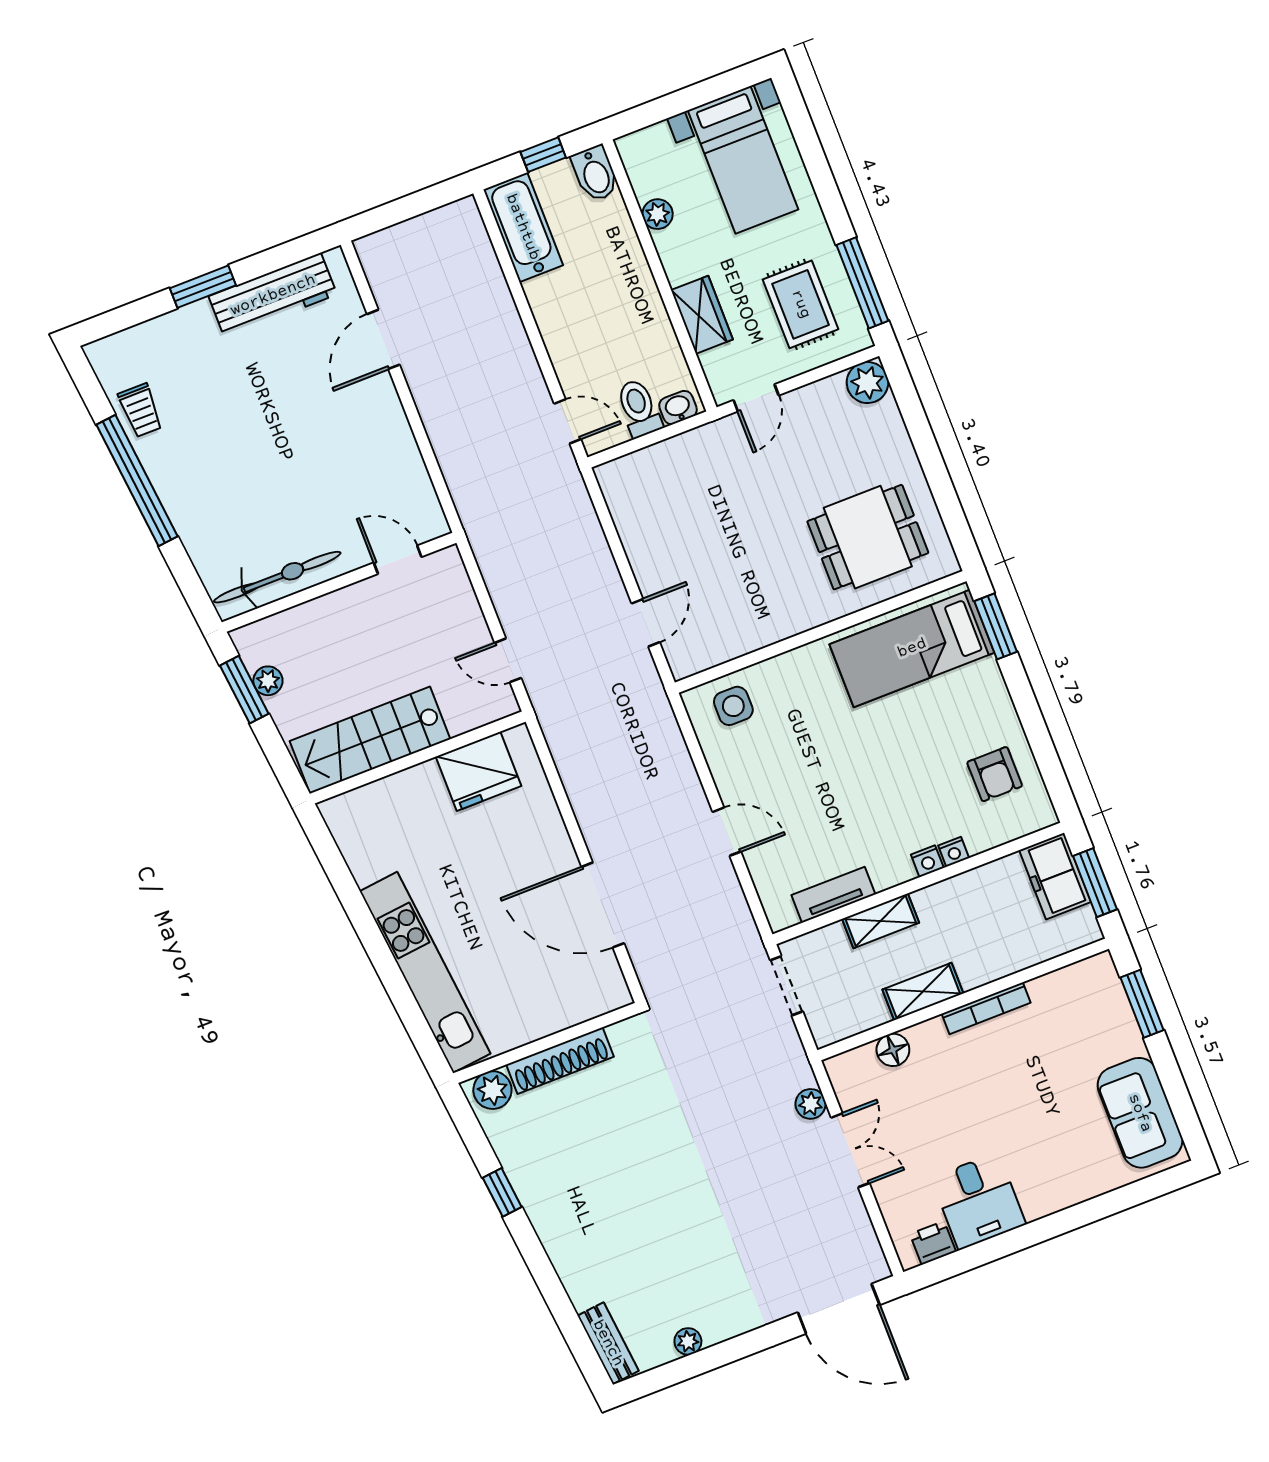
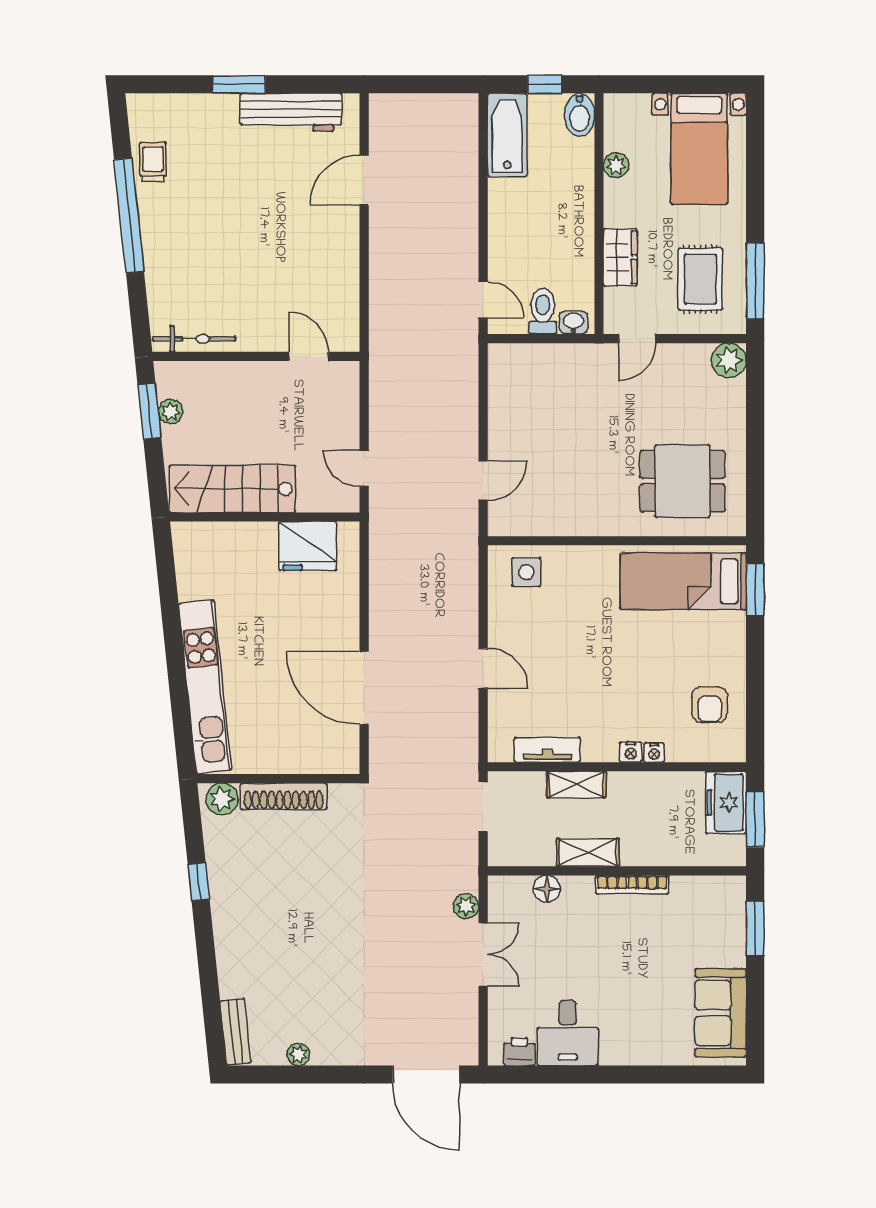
trolley: (141, 410) -> (153, 162), turned 180
bicycle: (277, 577) -> (194, 339), width x0.73, depth x0.71

